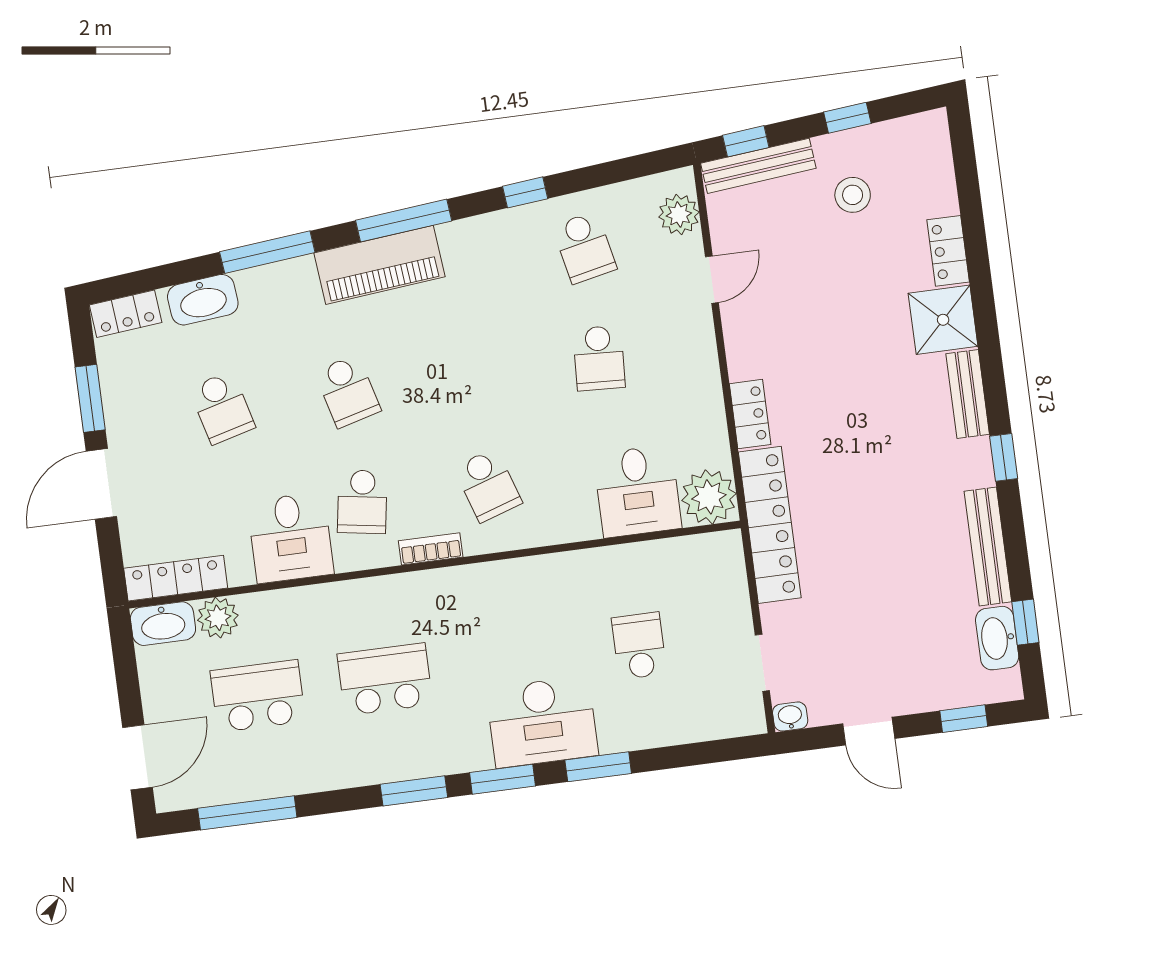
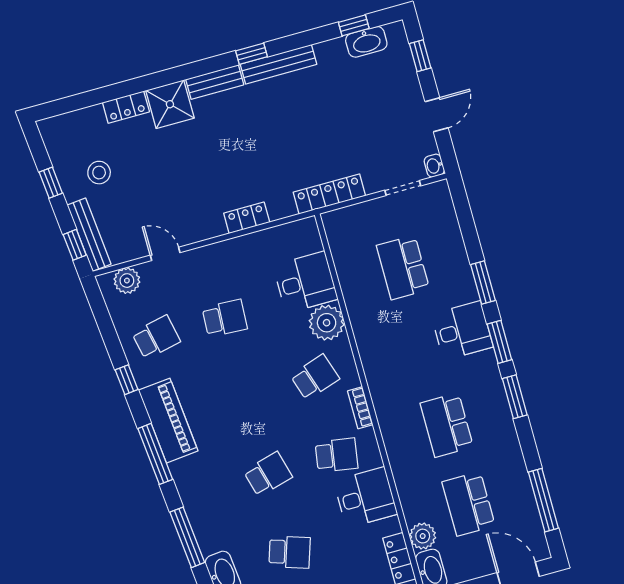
piano: (380, 265) -> (168, 421), moved
school desk: (222, 408) -> (290, 552), turned 33
plant: (709, 497) -> (327, 323), moved
locker: (770, 525) -> (329, 194), width x0.71, depth x0.83
bench: (988, 546) -> (279, 64), moved
school desk: (639, 646) -> (403, 267), width x1.85
desk: (542, 722) -> (462, 331), width x0.73

